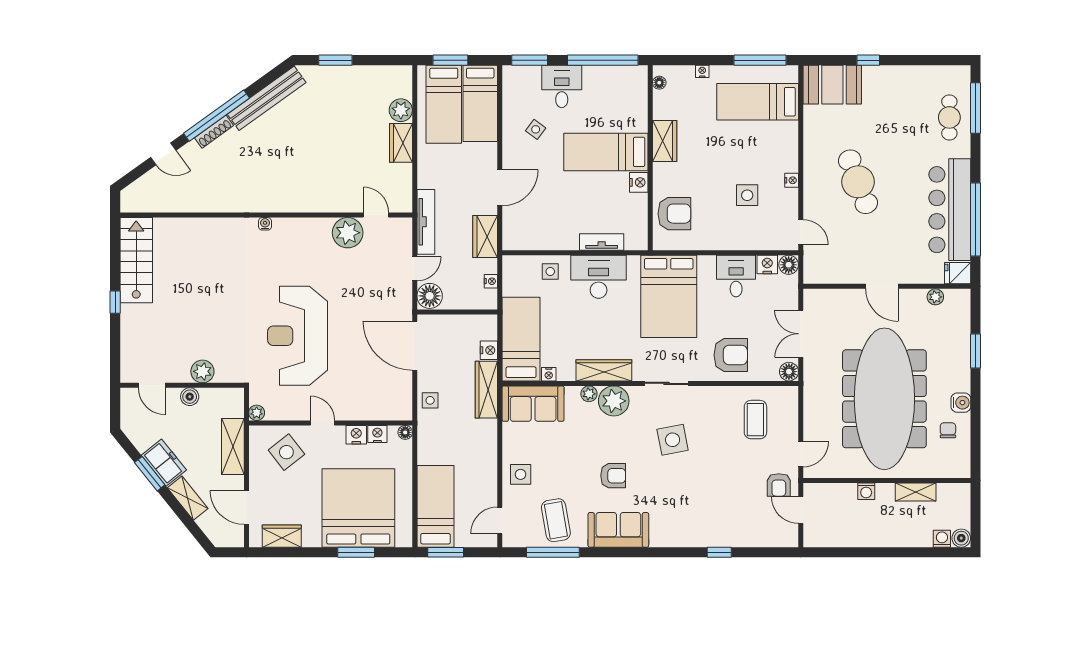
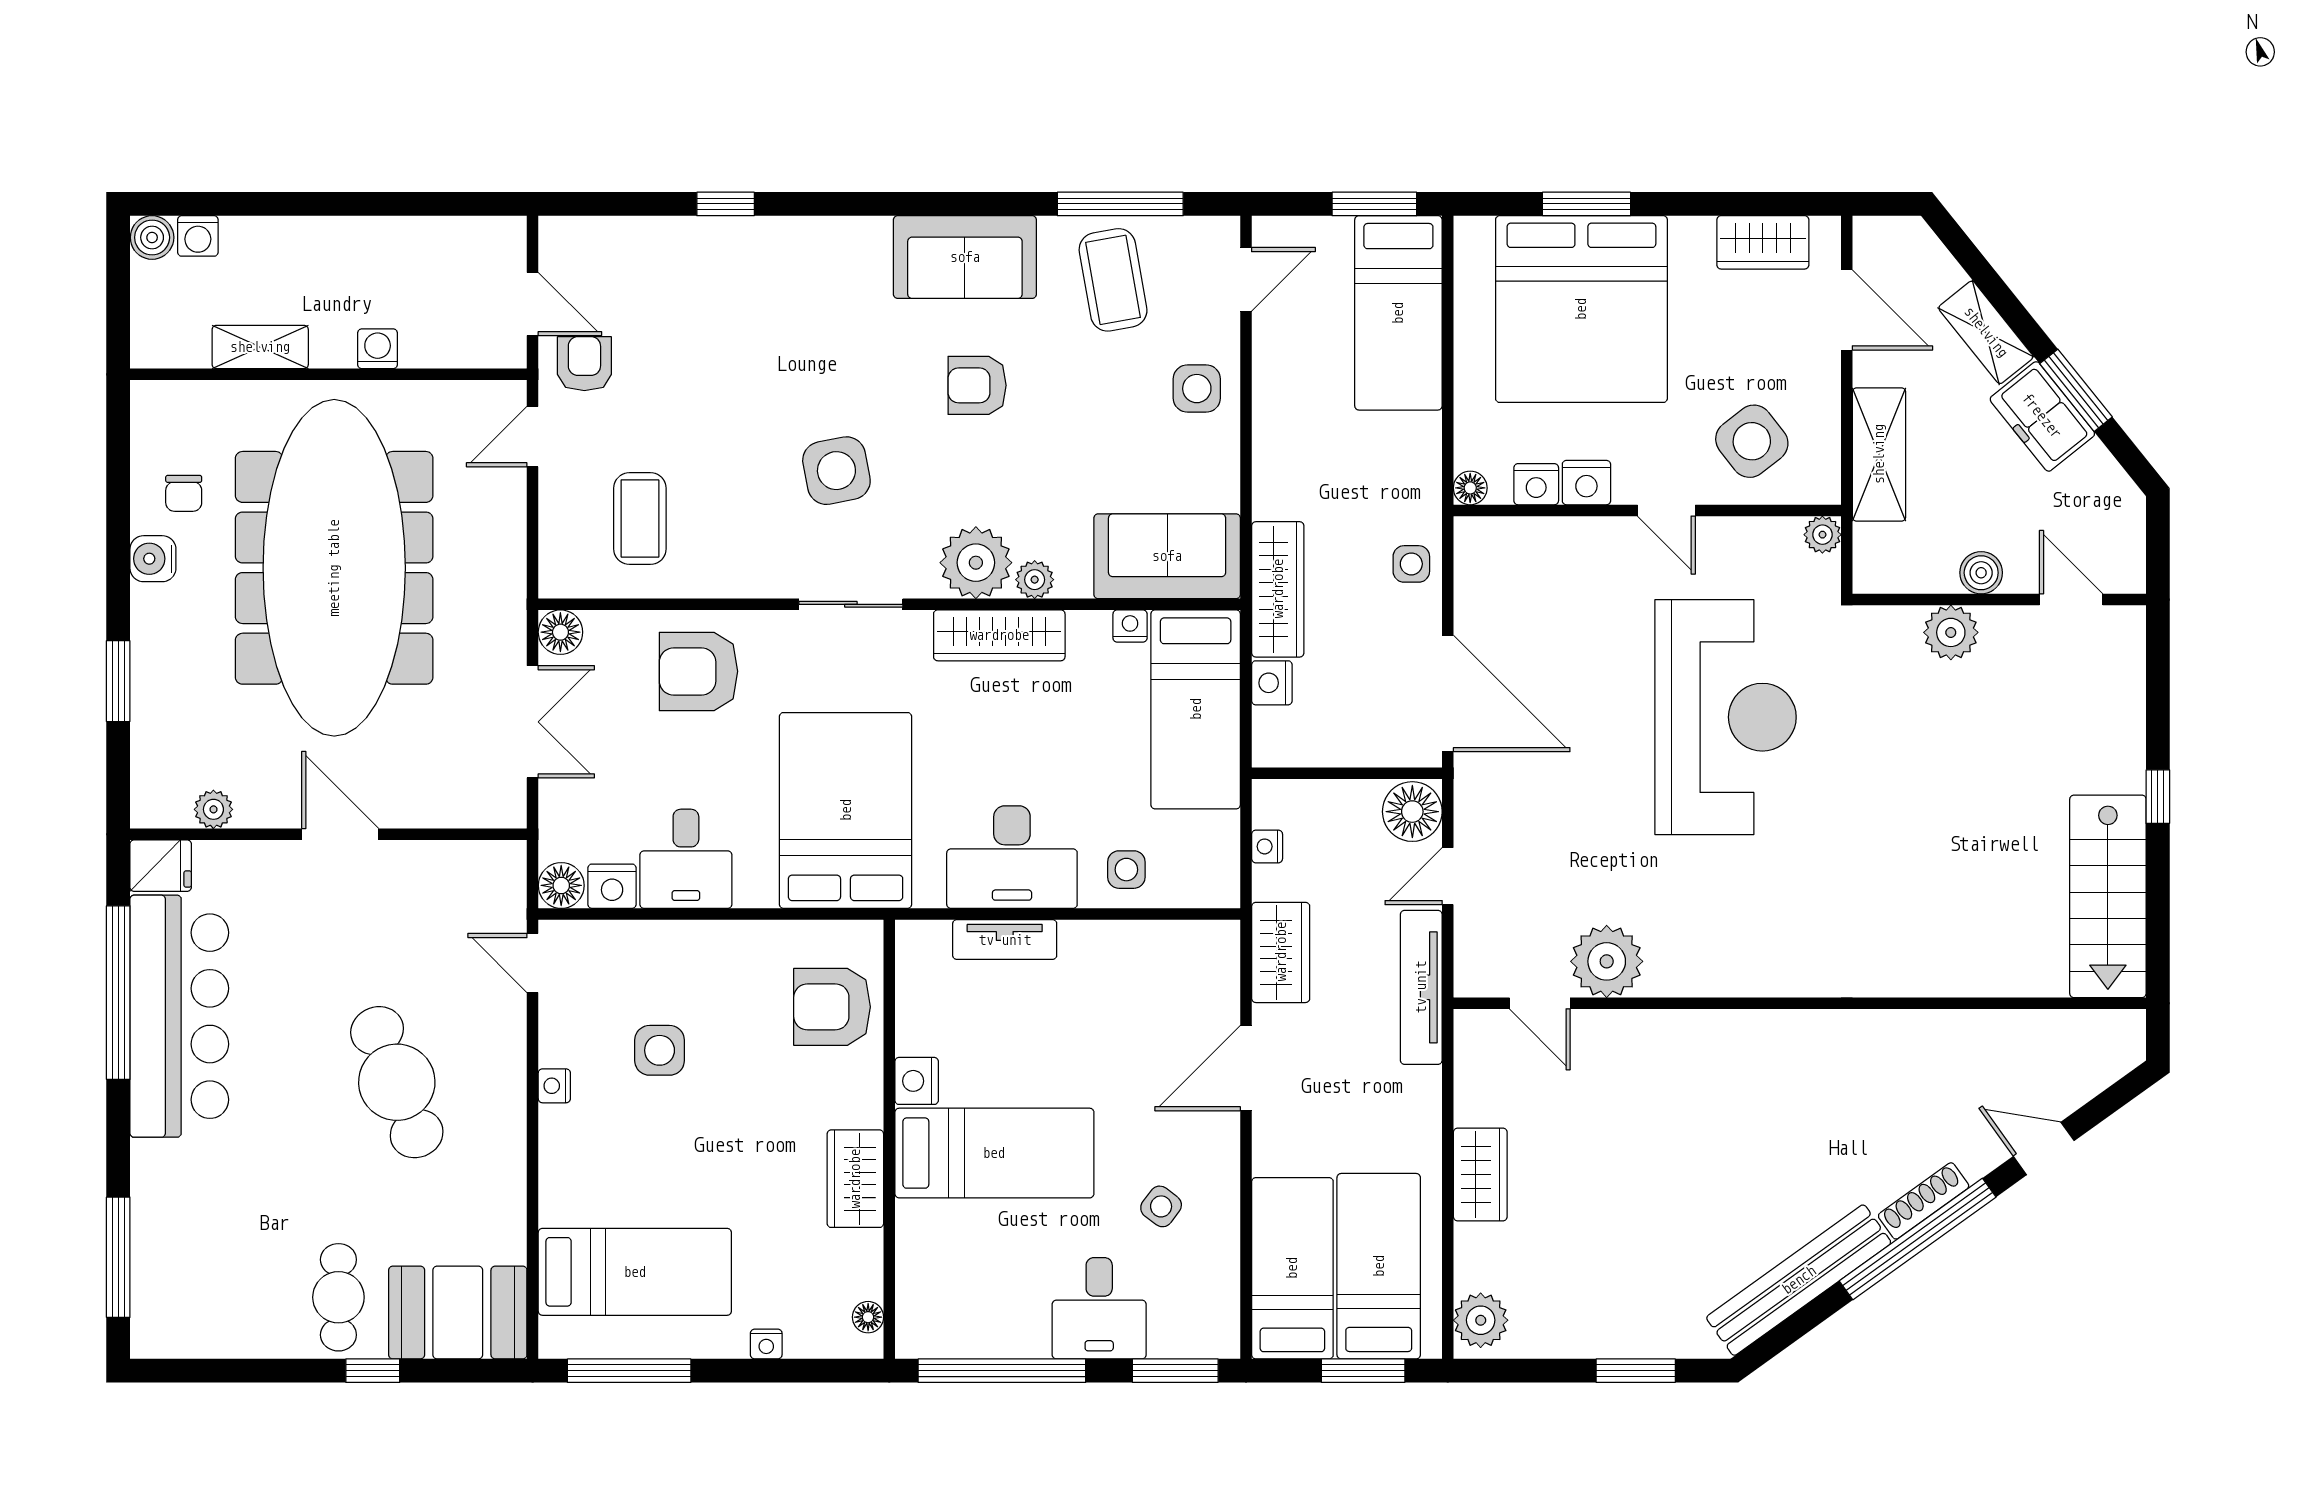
plant: (401, 110) -> (1481, 1320), moved
cafe table: (949, 117) -> (338, 1297), moved
water cooler: (265, 224) -> (1803, 983), removed

